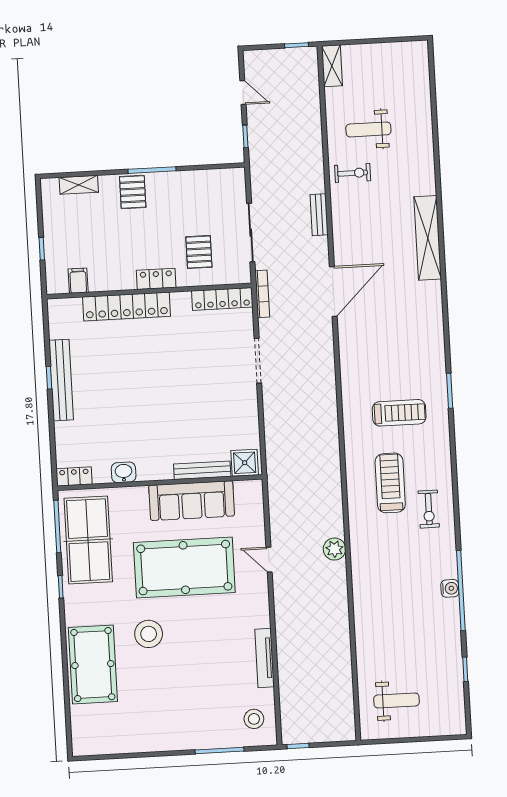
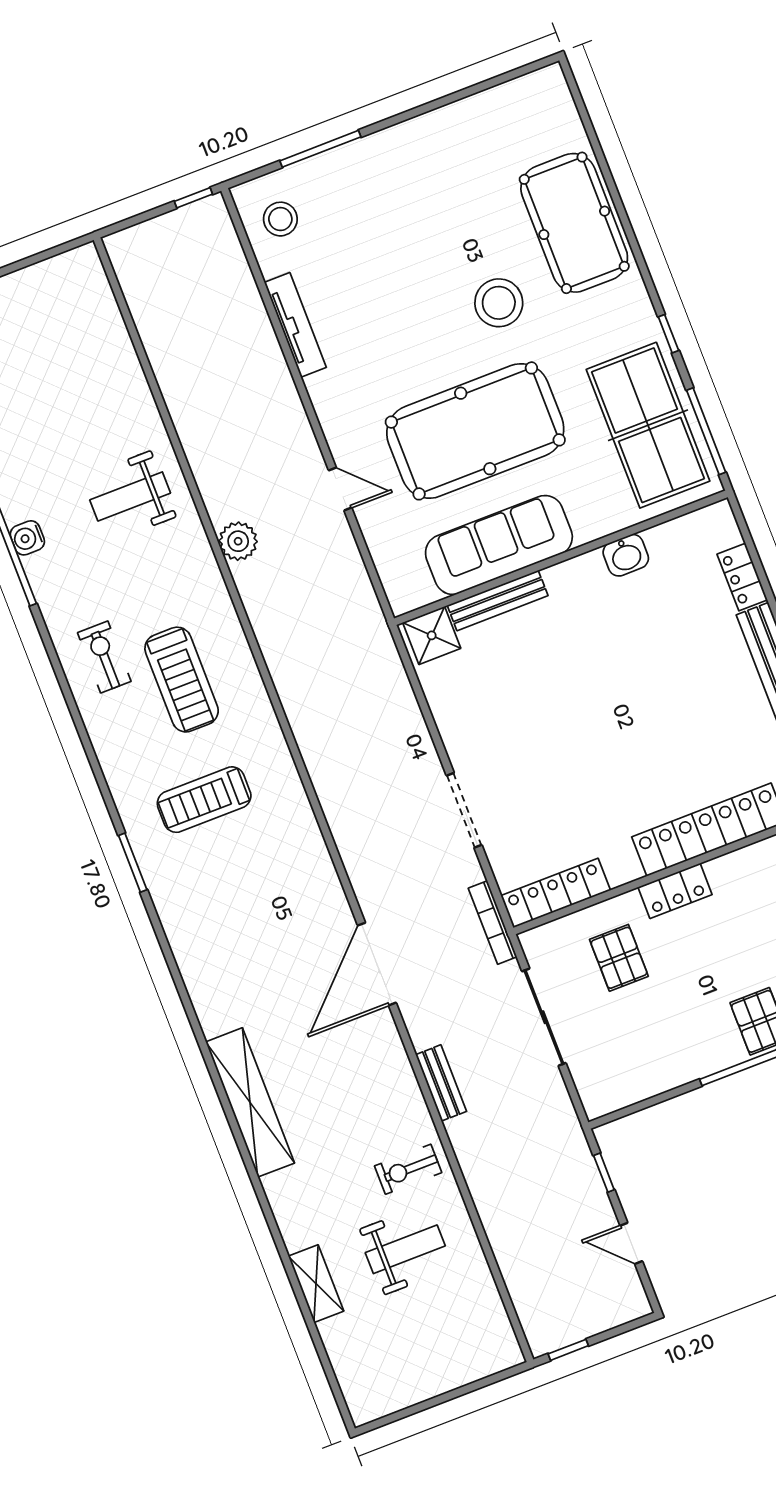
shelving: (332, 66) -> (316, 1284), moved
locker: (74, 476) -> (742, 577), moved, turned 90
weight bench: (397, 700) -> (130, 496), moved

